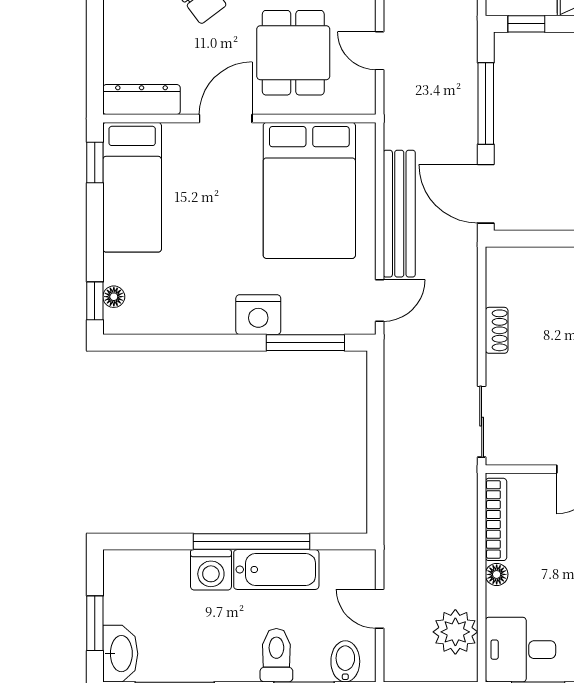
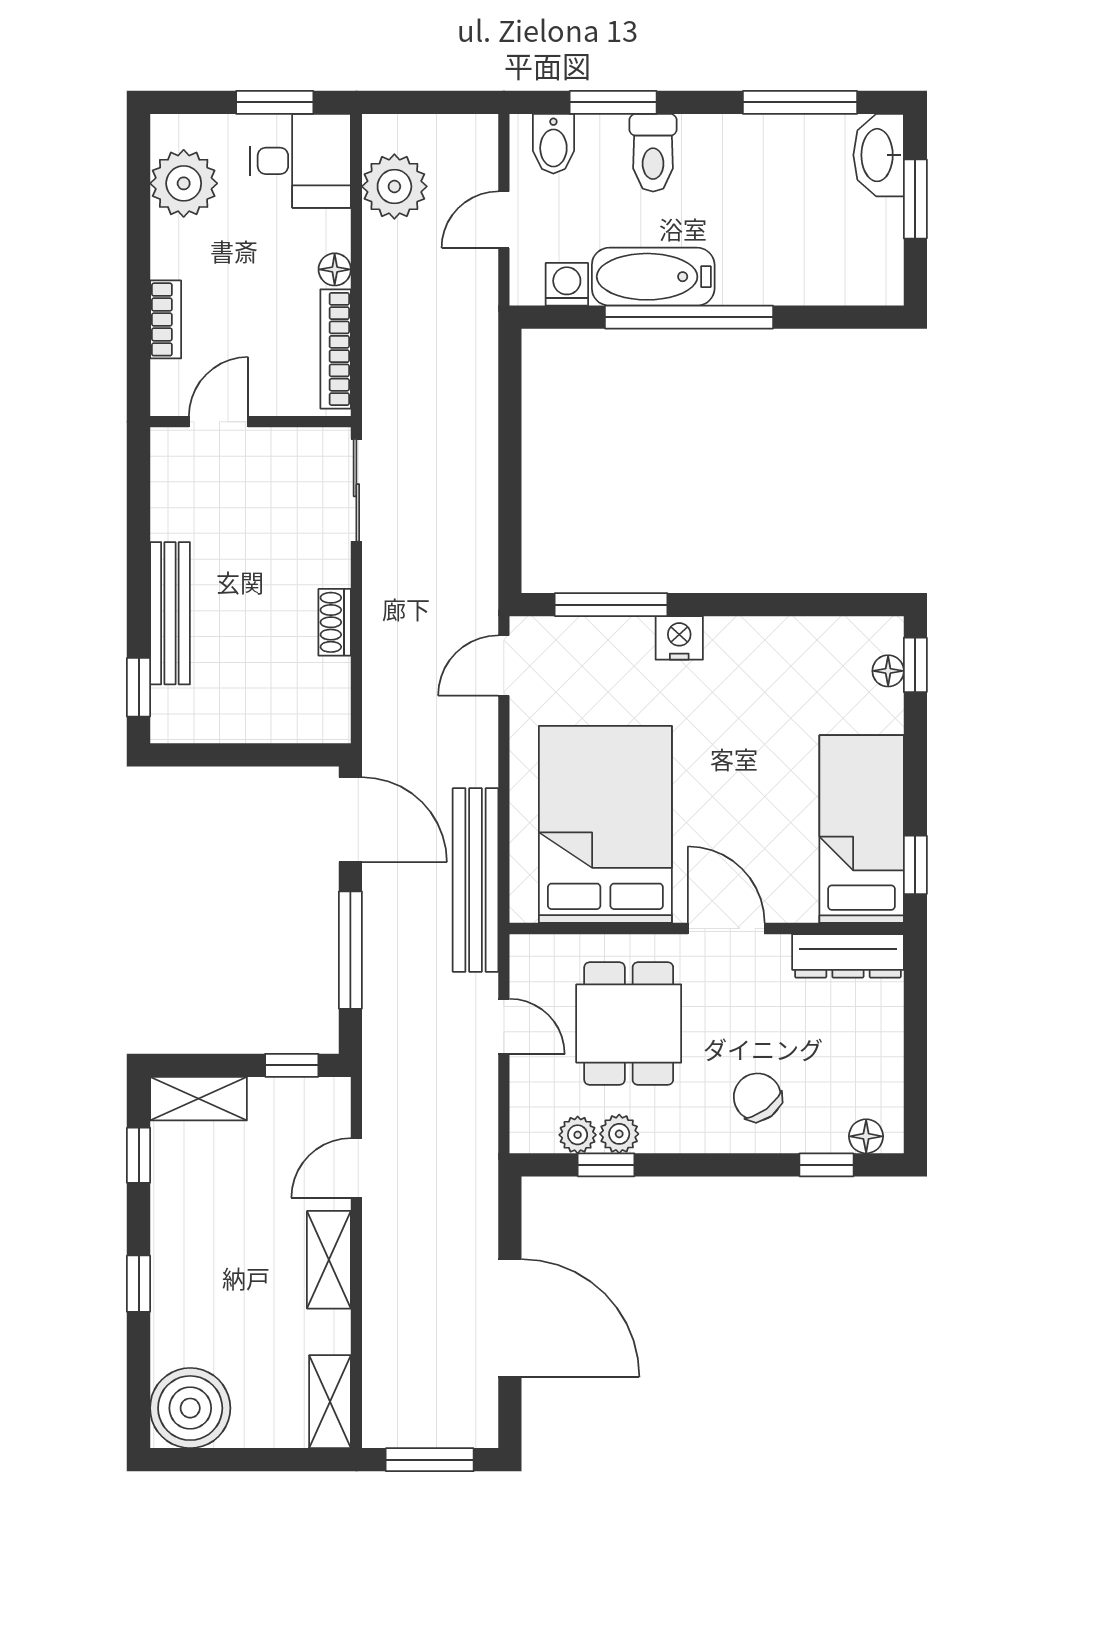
door: (226, 118) -> (726, 928), swing flipped
bench: (399, 214) -> (475, 880), moved
nightstand: (258, 315) -> (679, 638), width x0.74, depth x0.75
washing machine: (211, 570) -> (567, 284), moved, width x0.73, depth x0.73
door: (380, 609) -> (504, 220), swing flipped

